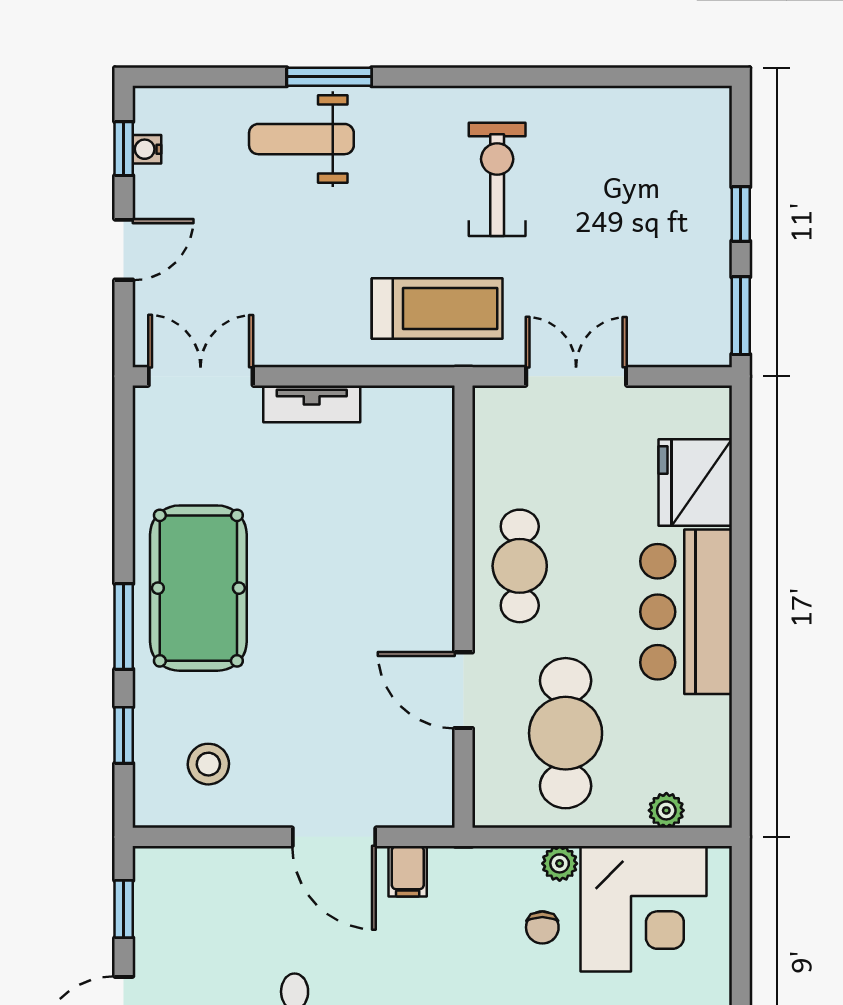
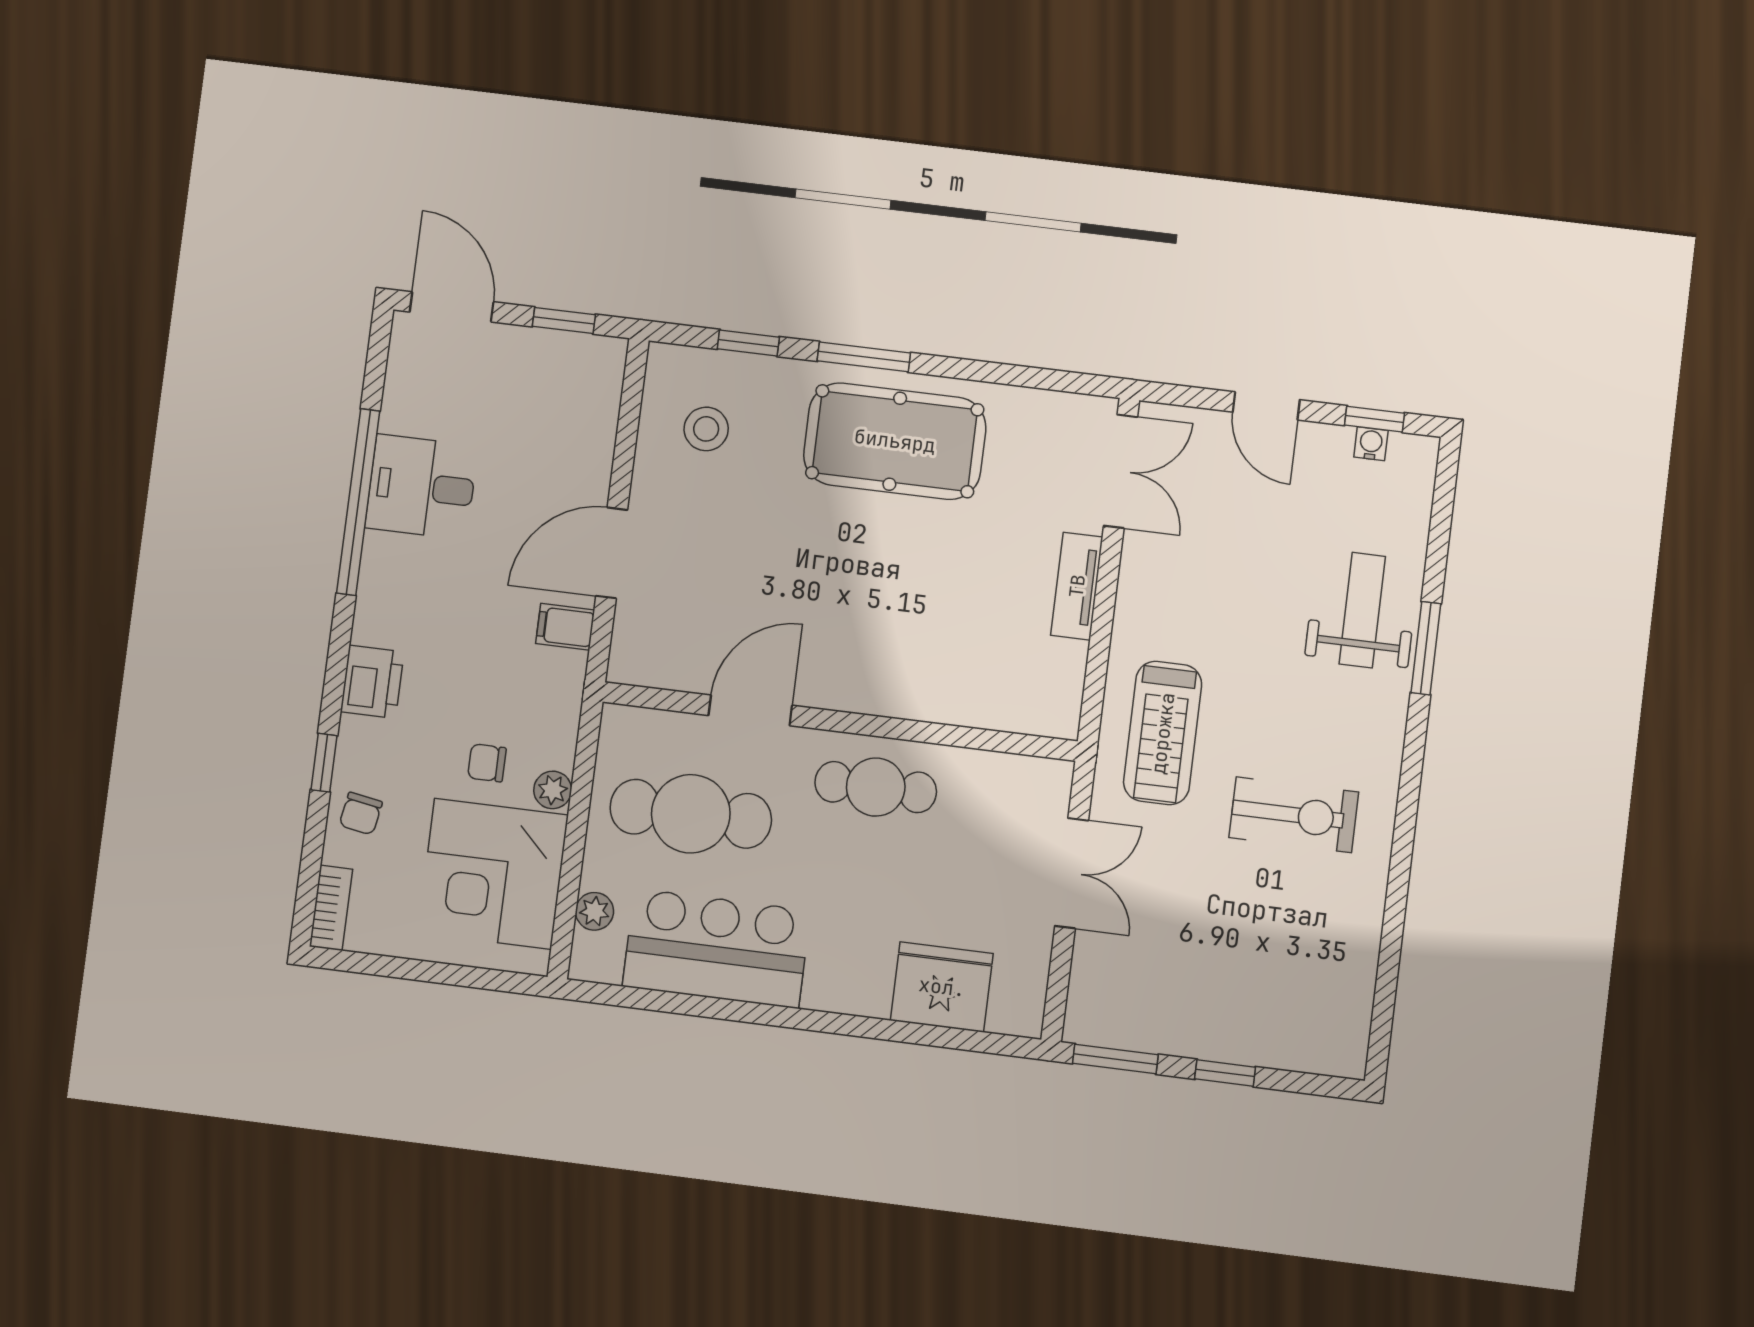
bar counter: (686, 612) -> (716, 948), moved

